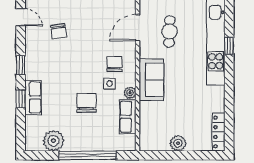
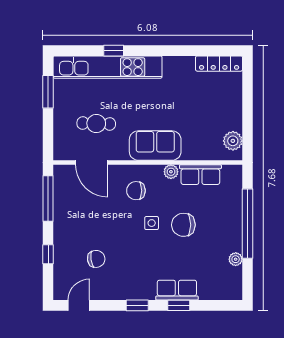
side table: (110, 84) -> (152, 223), moved
plant: (54, 141) -> (236, 259), width x0.53, depth x0.53
plant: (178, 143) -> (233, 141), moved

